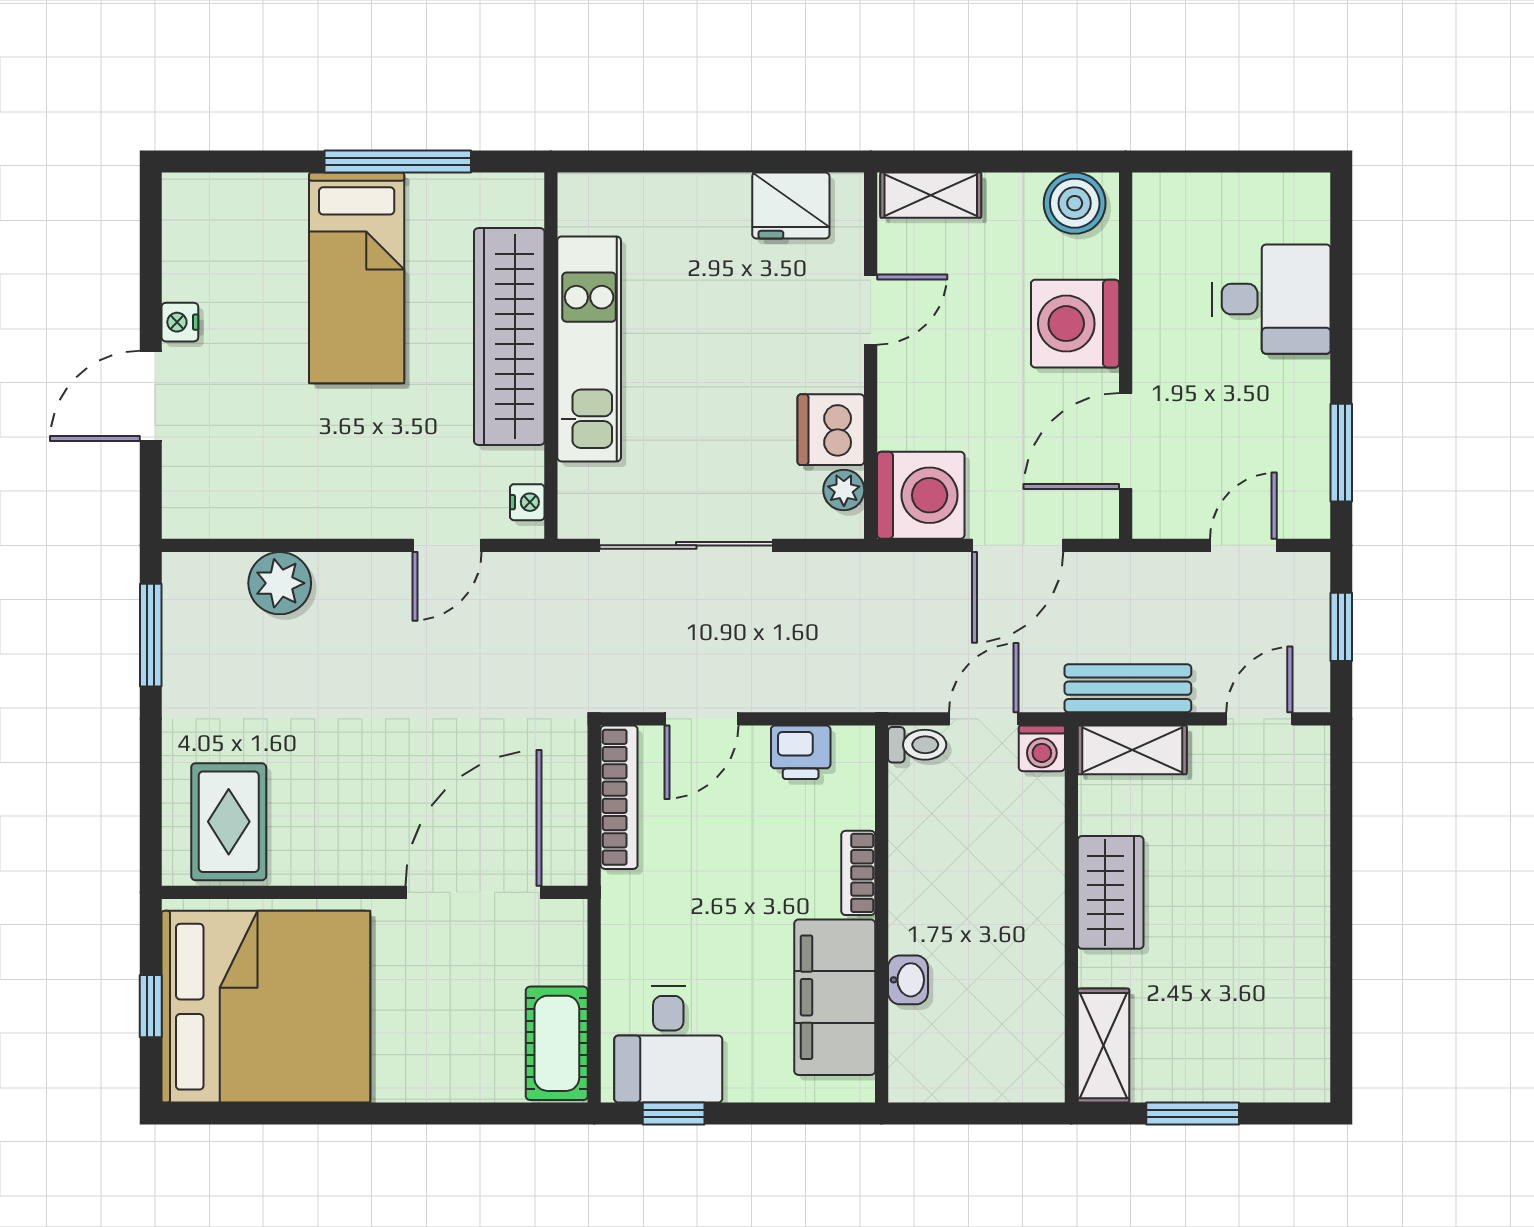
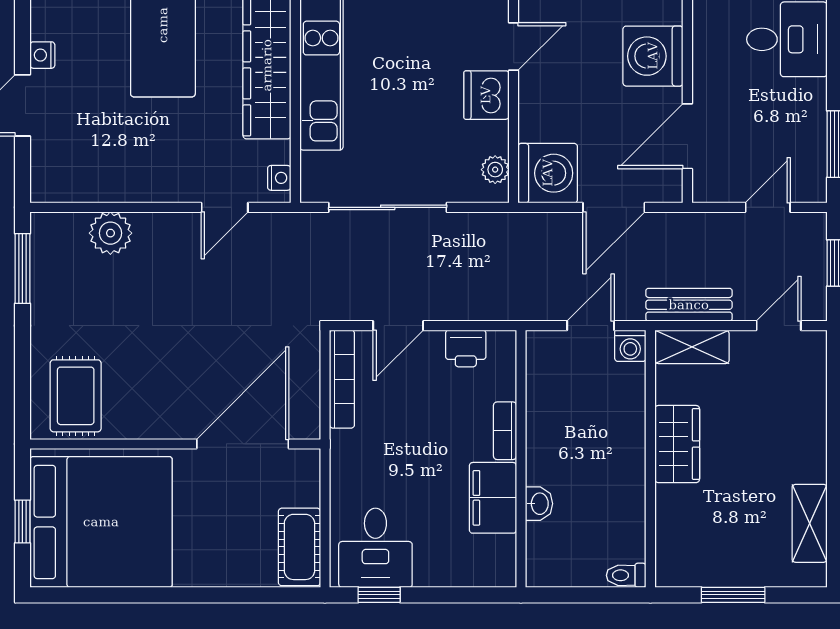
dishwasher: (831, 430) -> (486, 95), moved
toilet: (917, 745) -> (626, 575), moved, turned 180
filing cabinet: (835, 997) -> (493, 498), width x0.67, depth x0.86
shelving: (1104, 1046) -> (810, 523), moved

